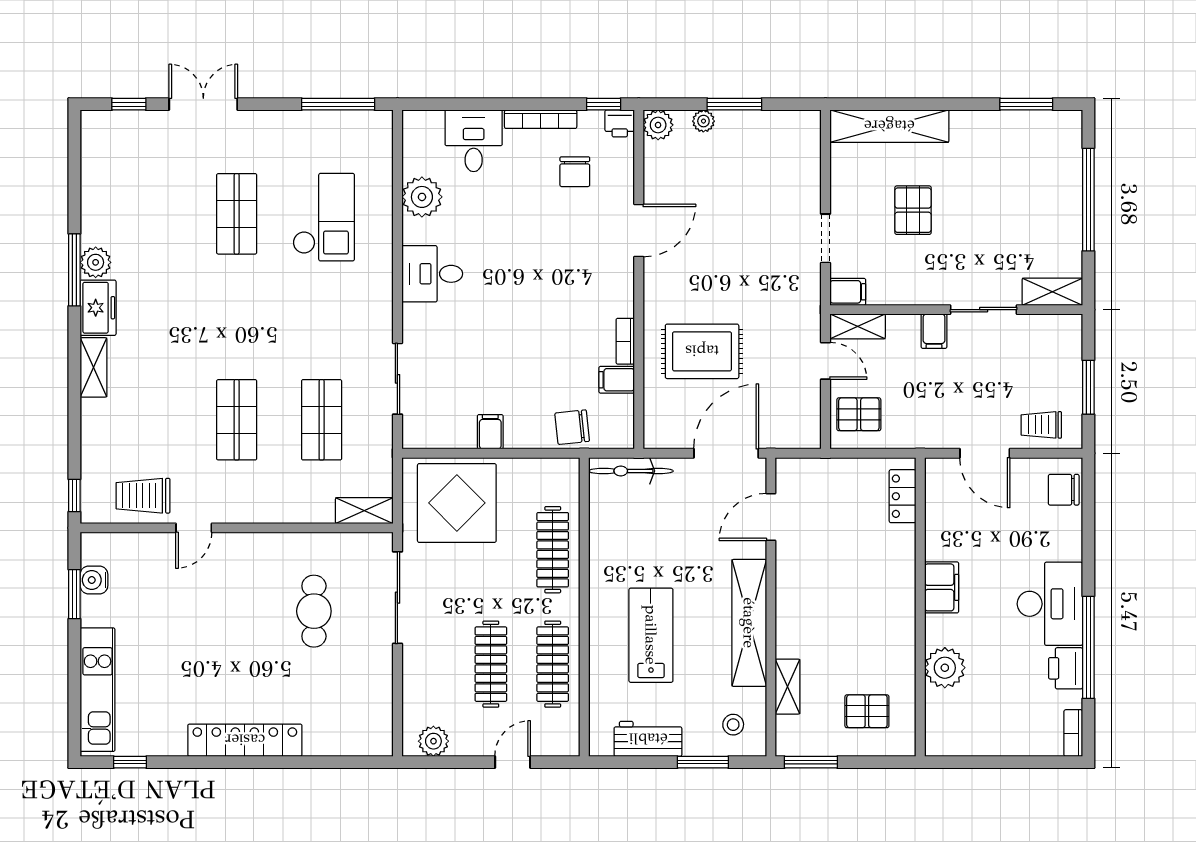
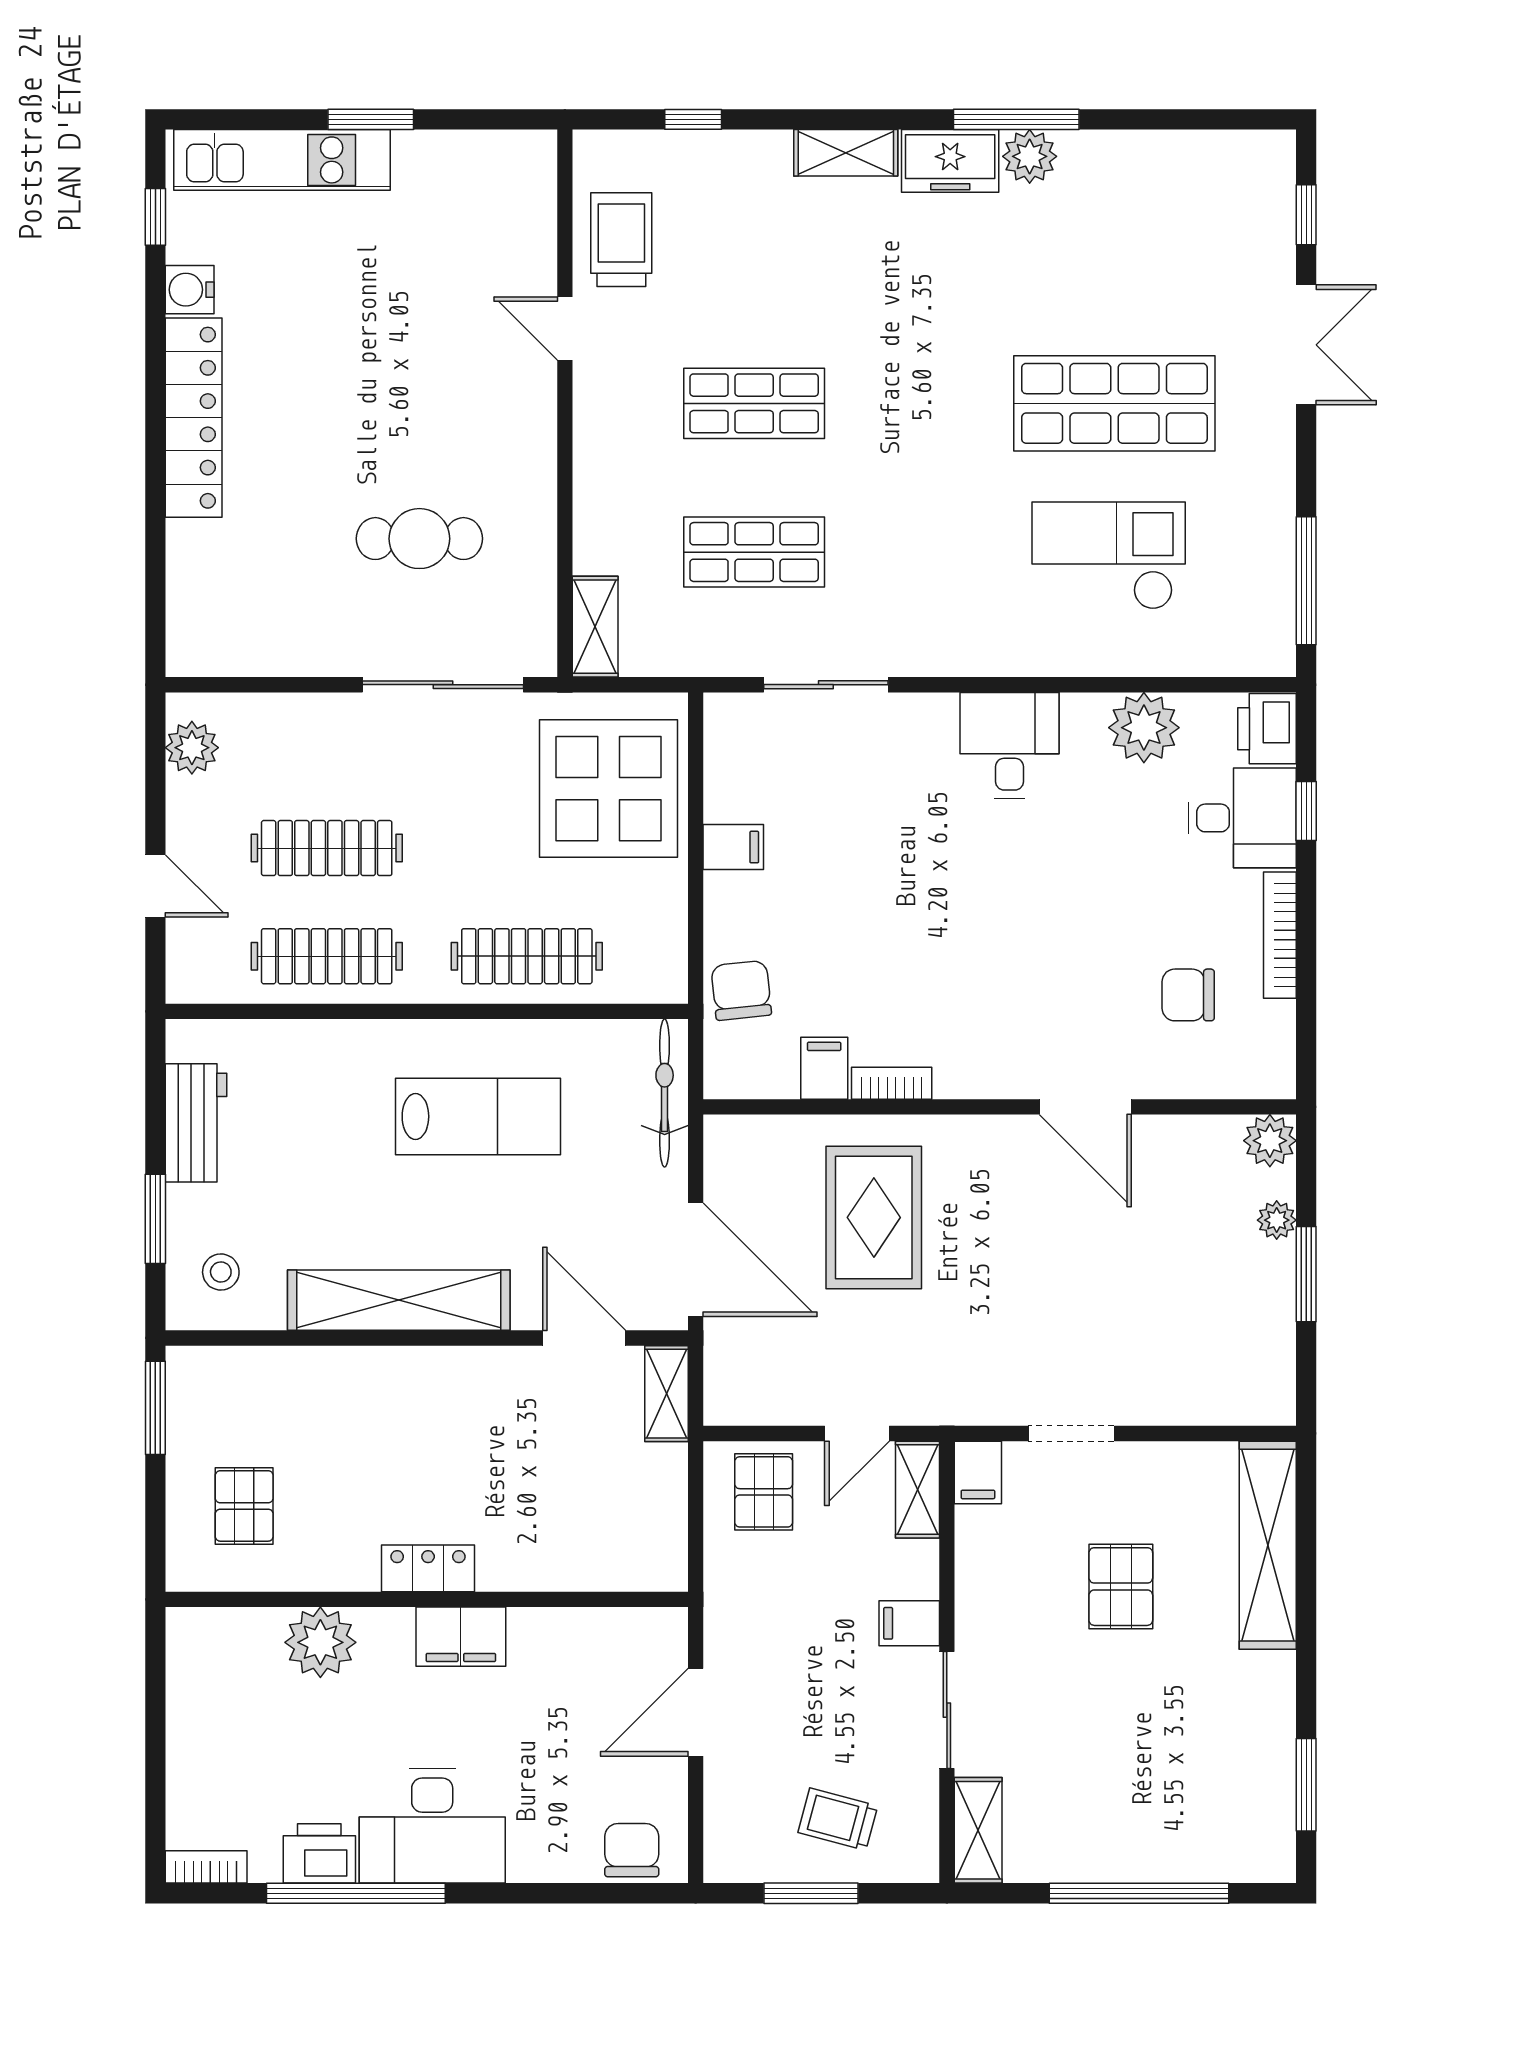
window: (604, 104) -> (1306, 811), moved
printer: (620, 123) -> (1267, 729), moved, width x1.36, depth x1.24
pallet: (913, 210) -> (1121, 1587), turned 90
shop shelf: (237, 214) -> (1114, 403), width x1.43, depth x1.36
checkout: (324, 217) -> (1109, 556), turned 180
trolley: (1041, 425) -> (838, 1819), moved, turned -75
window: (74, 495) -> (693, 119), moved
locker: (903, 496) -> (428, 1568), moved
water cooler: (94, 580) -> (190, 290), moved, turned -90
window: (74, 594) -> (371, 119), moved
lab bench: (651, 635) -> (478, 1116), moved
shelving: (788, 687) -> (666, 1394), moved, turned 90

